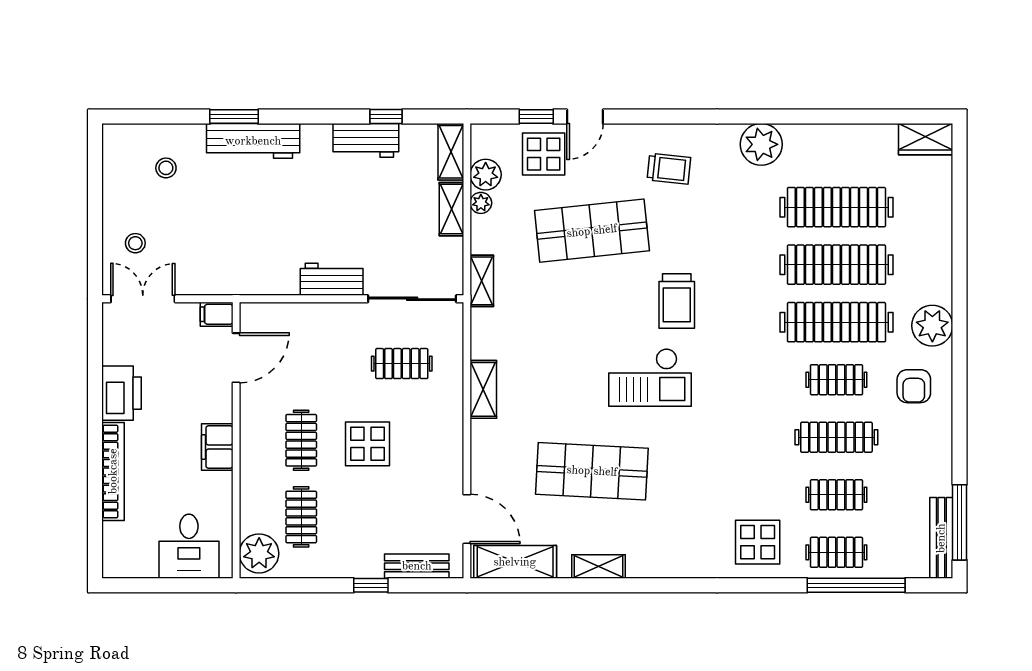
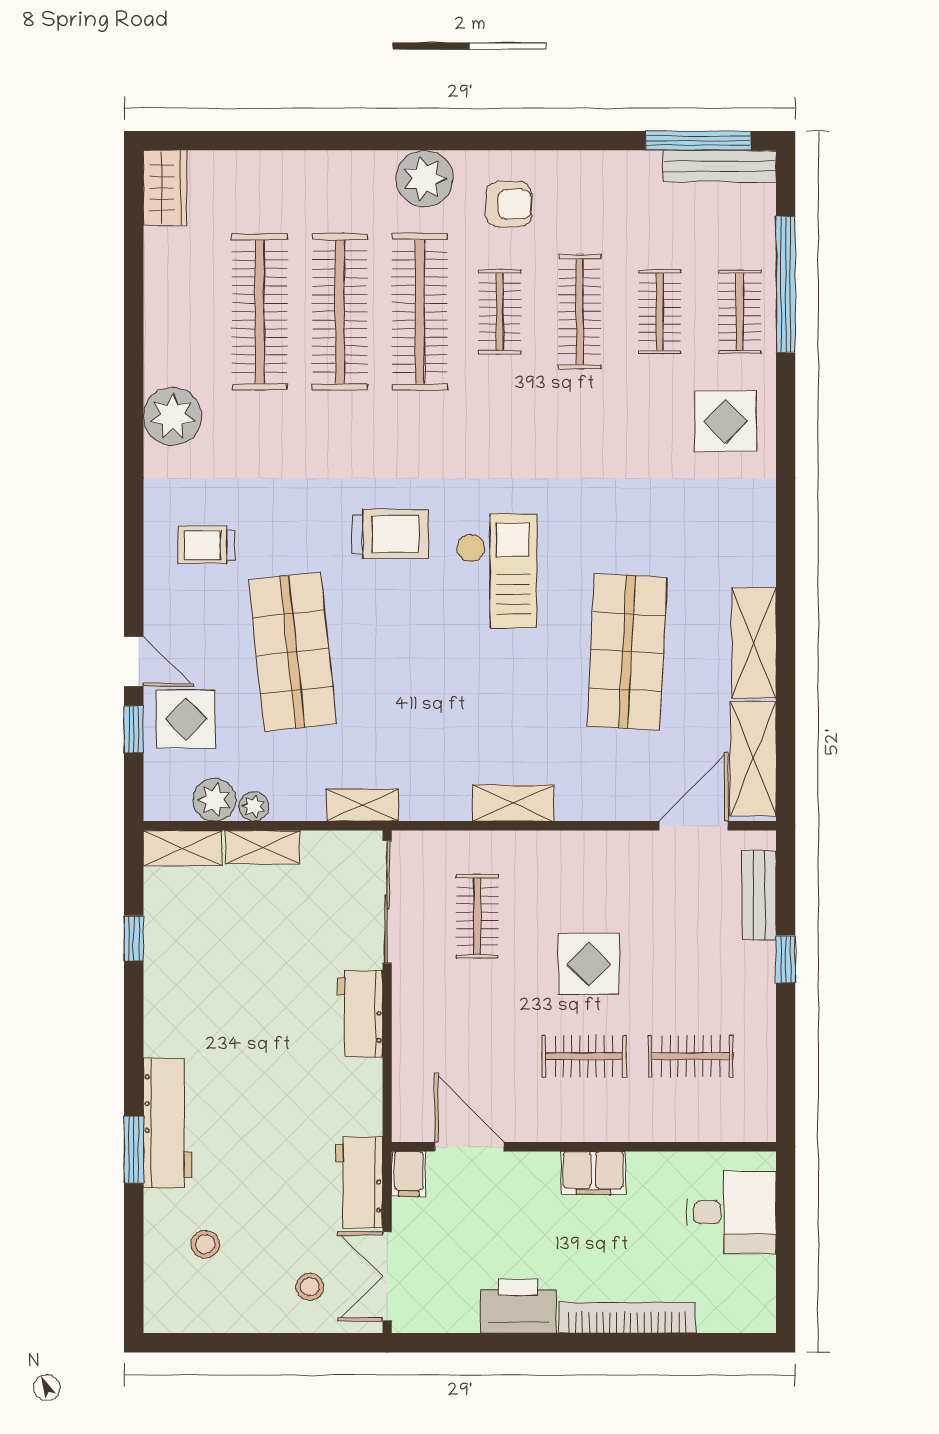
workbench: (366, 140) -> (359, 1182), moved, turned 180
trolley: (669, 169) -> (206, 545), turned -96
plant: (259, 553) -> (741, 1115), removed
shelving: (599, 567) -> (754, 643), width x1.50, depth x1.33

